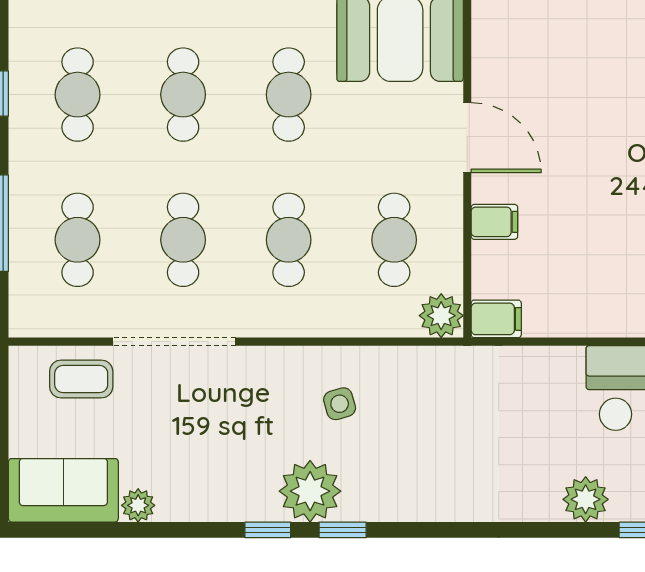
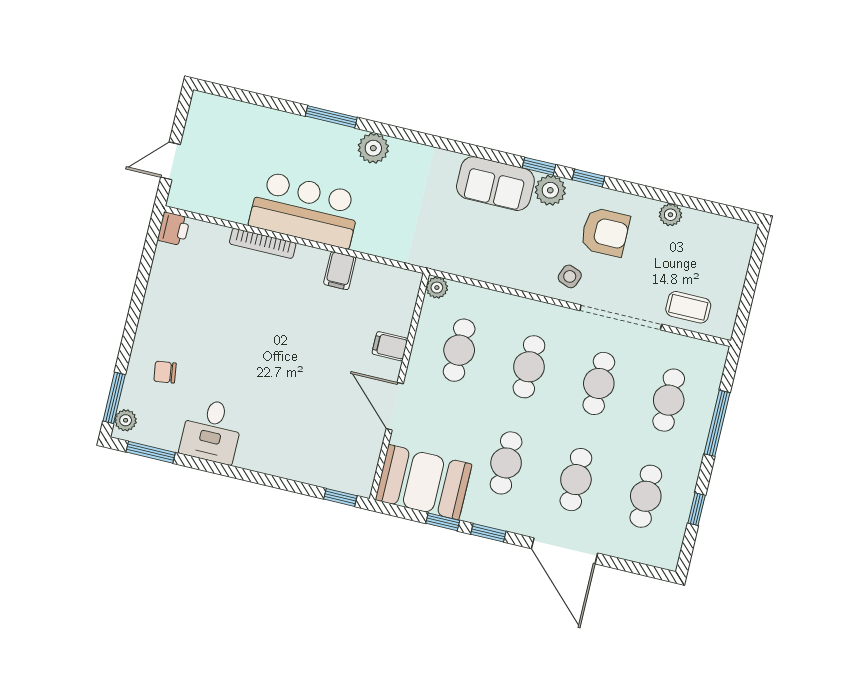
plant: (441, 316) -> (437, 288), width x0.73, depth x0.73
filing cabinet: (496, 319) -> (340, 271), moved, turned -90
side table: (340, 404) -> (570, 276), moved, turned 37
armchair: (226, 458) -> (605, 232), added
sofa: (63, 490) -> (495, 184), moved
plant: (310, 491) -> (550, 190), width x0.73, depth x0.73

